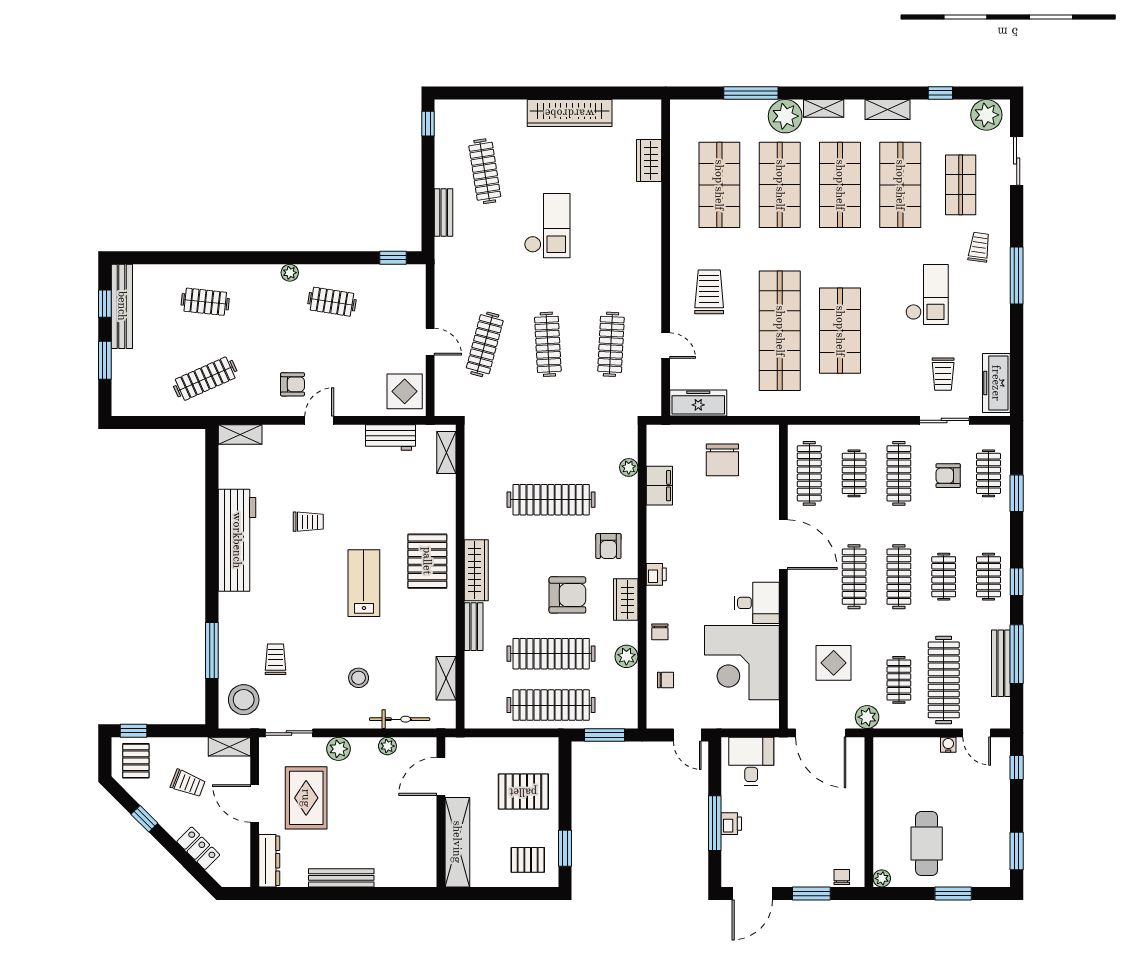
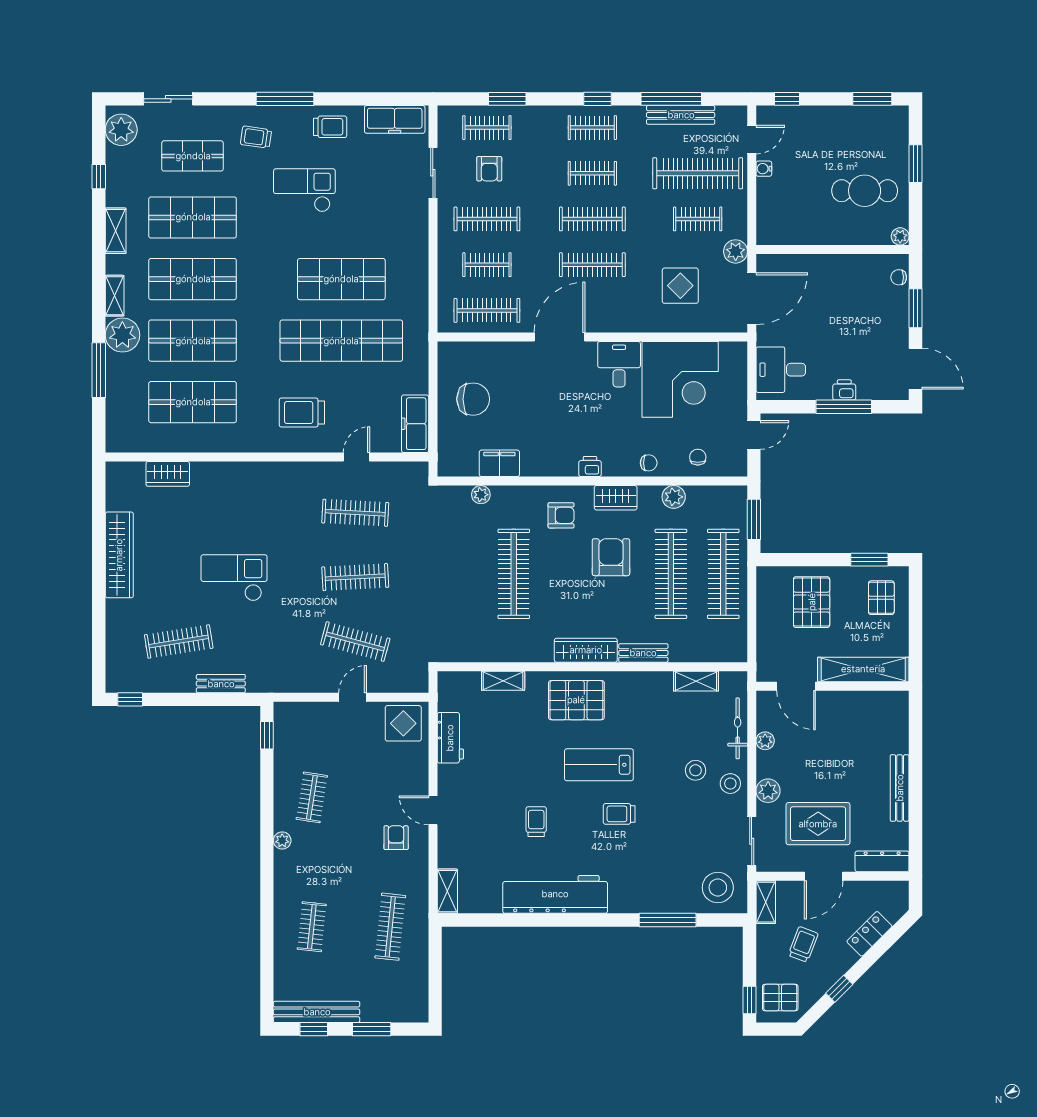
trolley: (943, 374) -> (330, 127), moved
clothes rail: (205, 379) -> (390, 927), turned 30
shelving: (446, 452) -> (503, 681), moved
trolley: (276, 659) -> (619, 814), moved
stool: (346, 712) -> (730, 784), added

